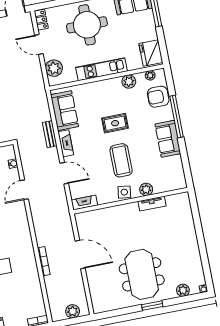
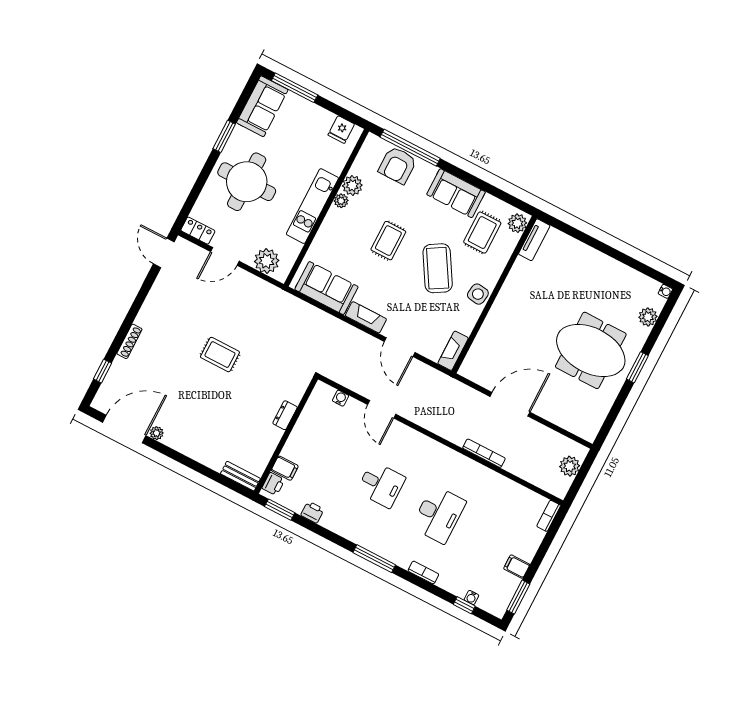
fridge: (151, 53) -> (341, 130), width x0.53, depth x0.75
plant: (150, 75) -> (341, 201), moved
window: (177, 117) -> (410, 148), moved
bench: (50, 134) -> (340, 328), removed
coffee table: (121, 160) -> (438, 268), turned 59
rug: (158, 169) -> (482, 233), added
door: (64, 173) -> (400, 347), swing flipped
plant: (146, 189) -> (517, 223), moved
tv unit: (152, 204) -> (534, 240), moved

